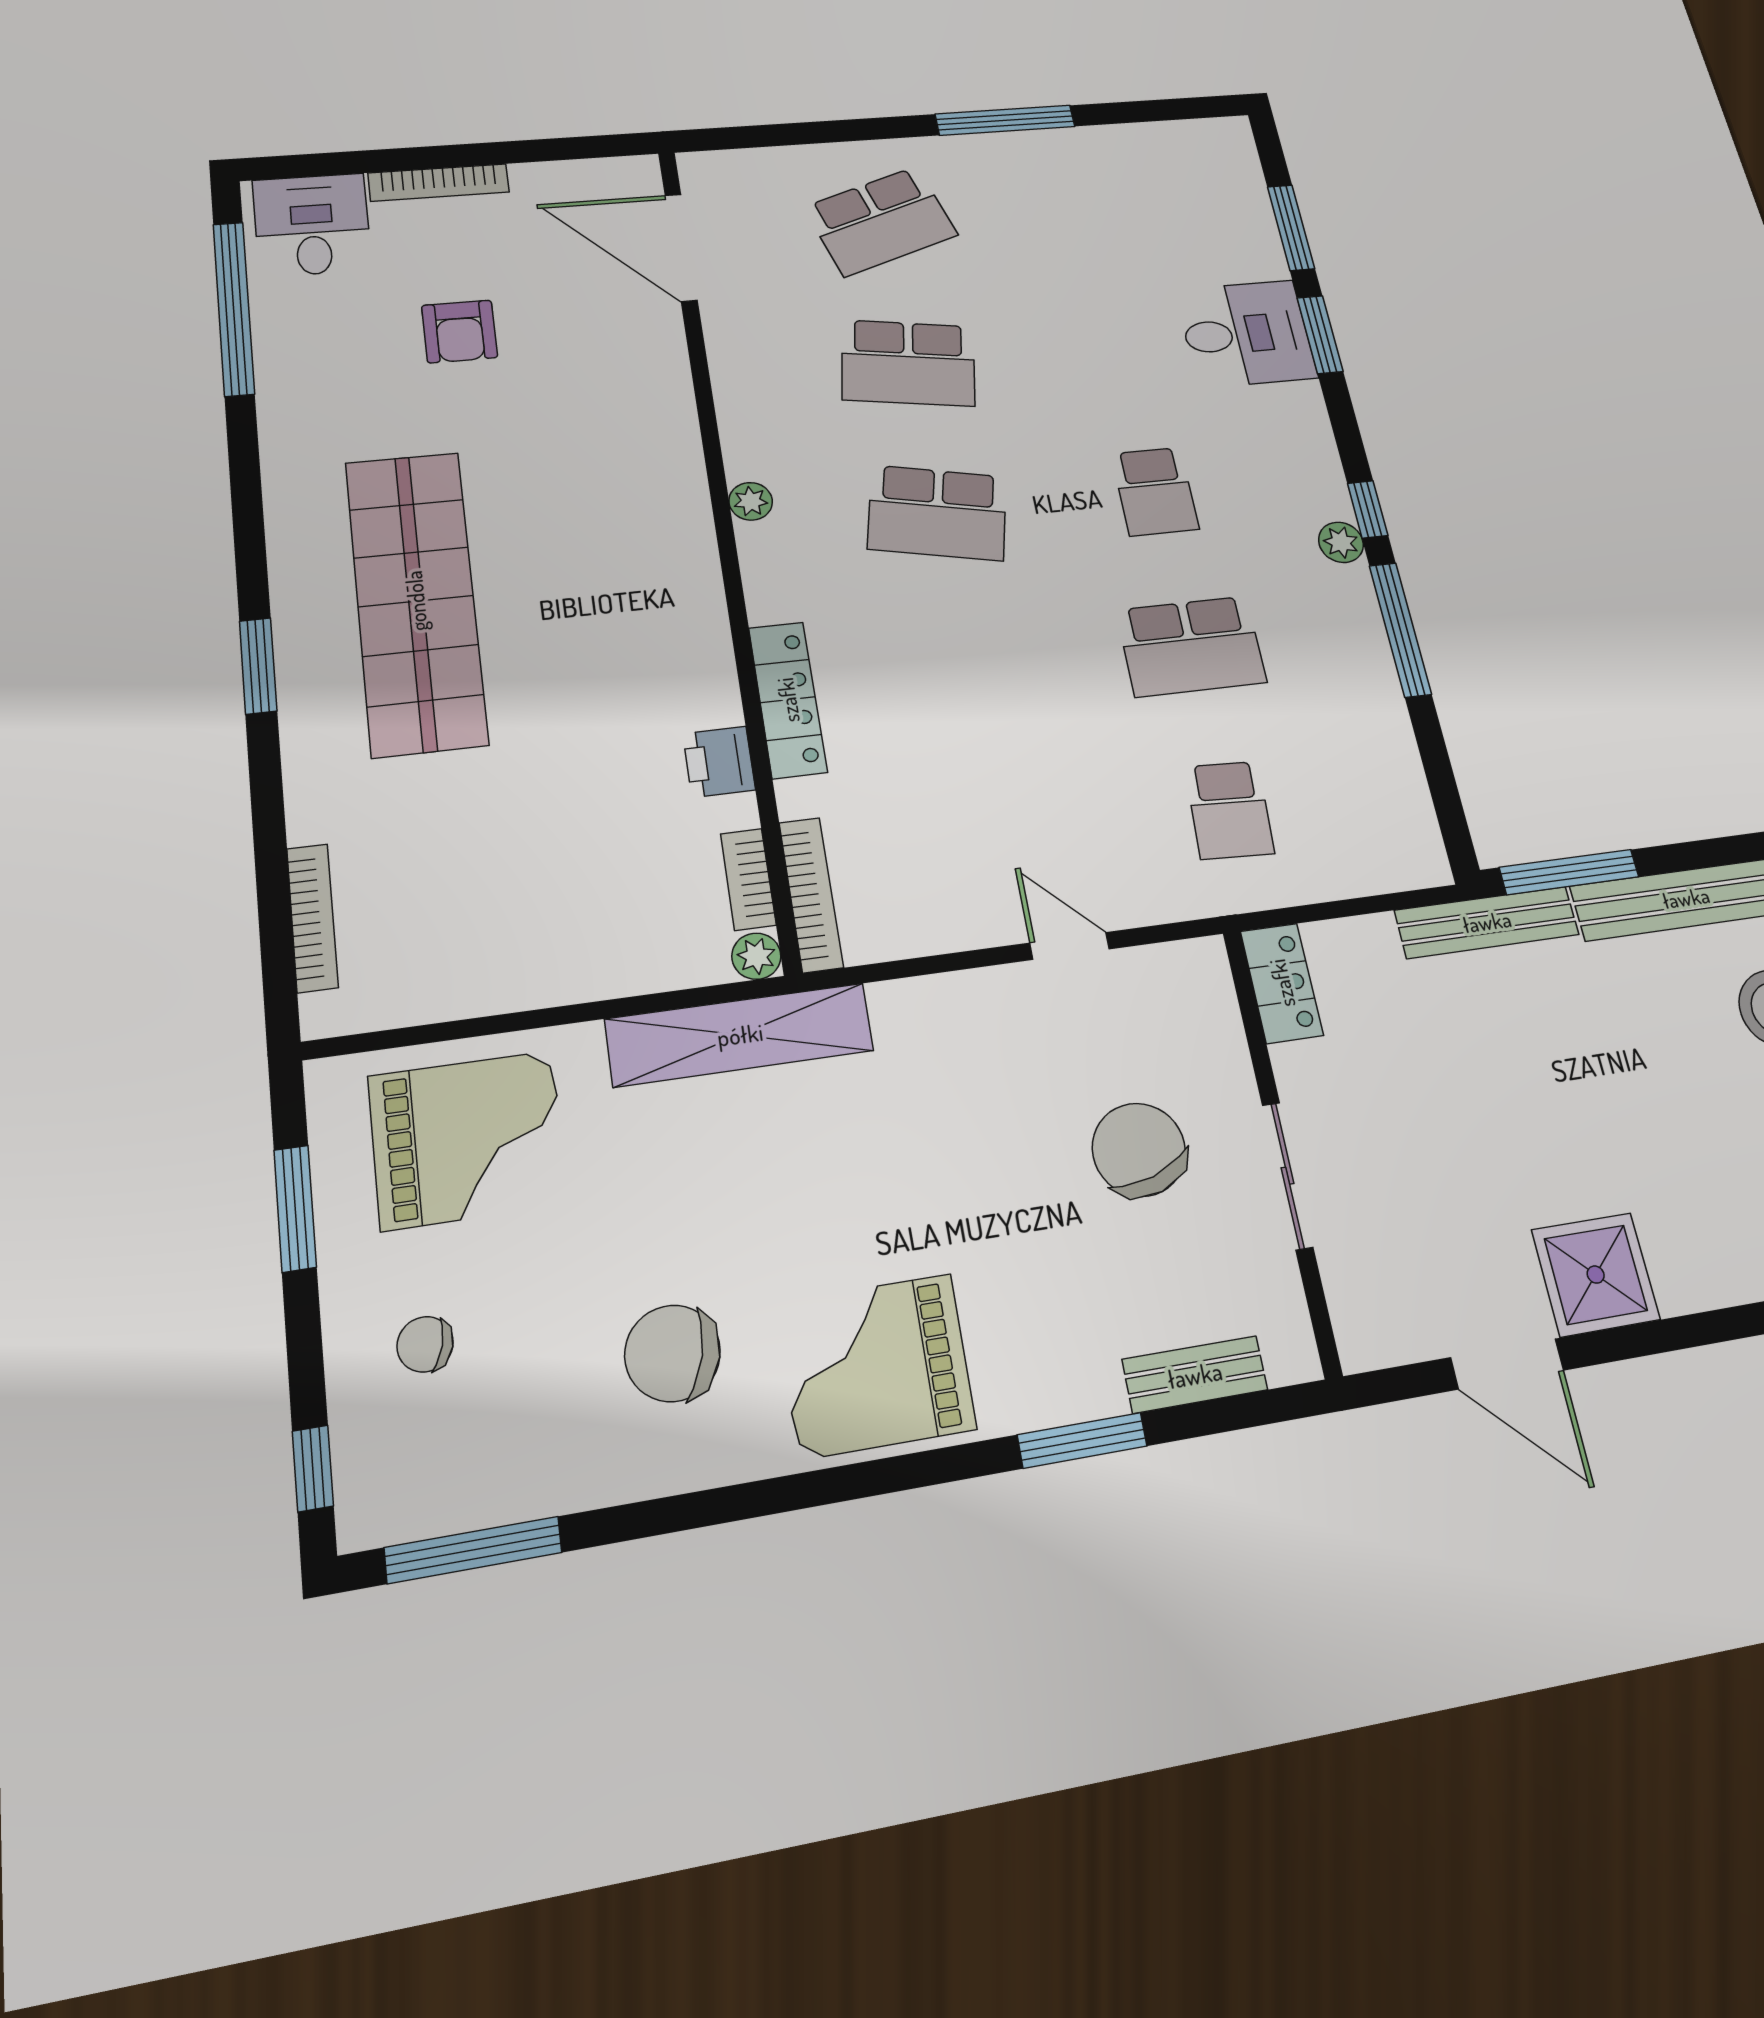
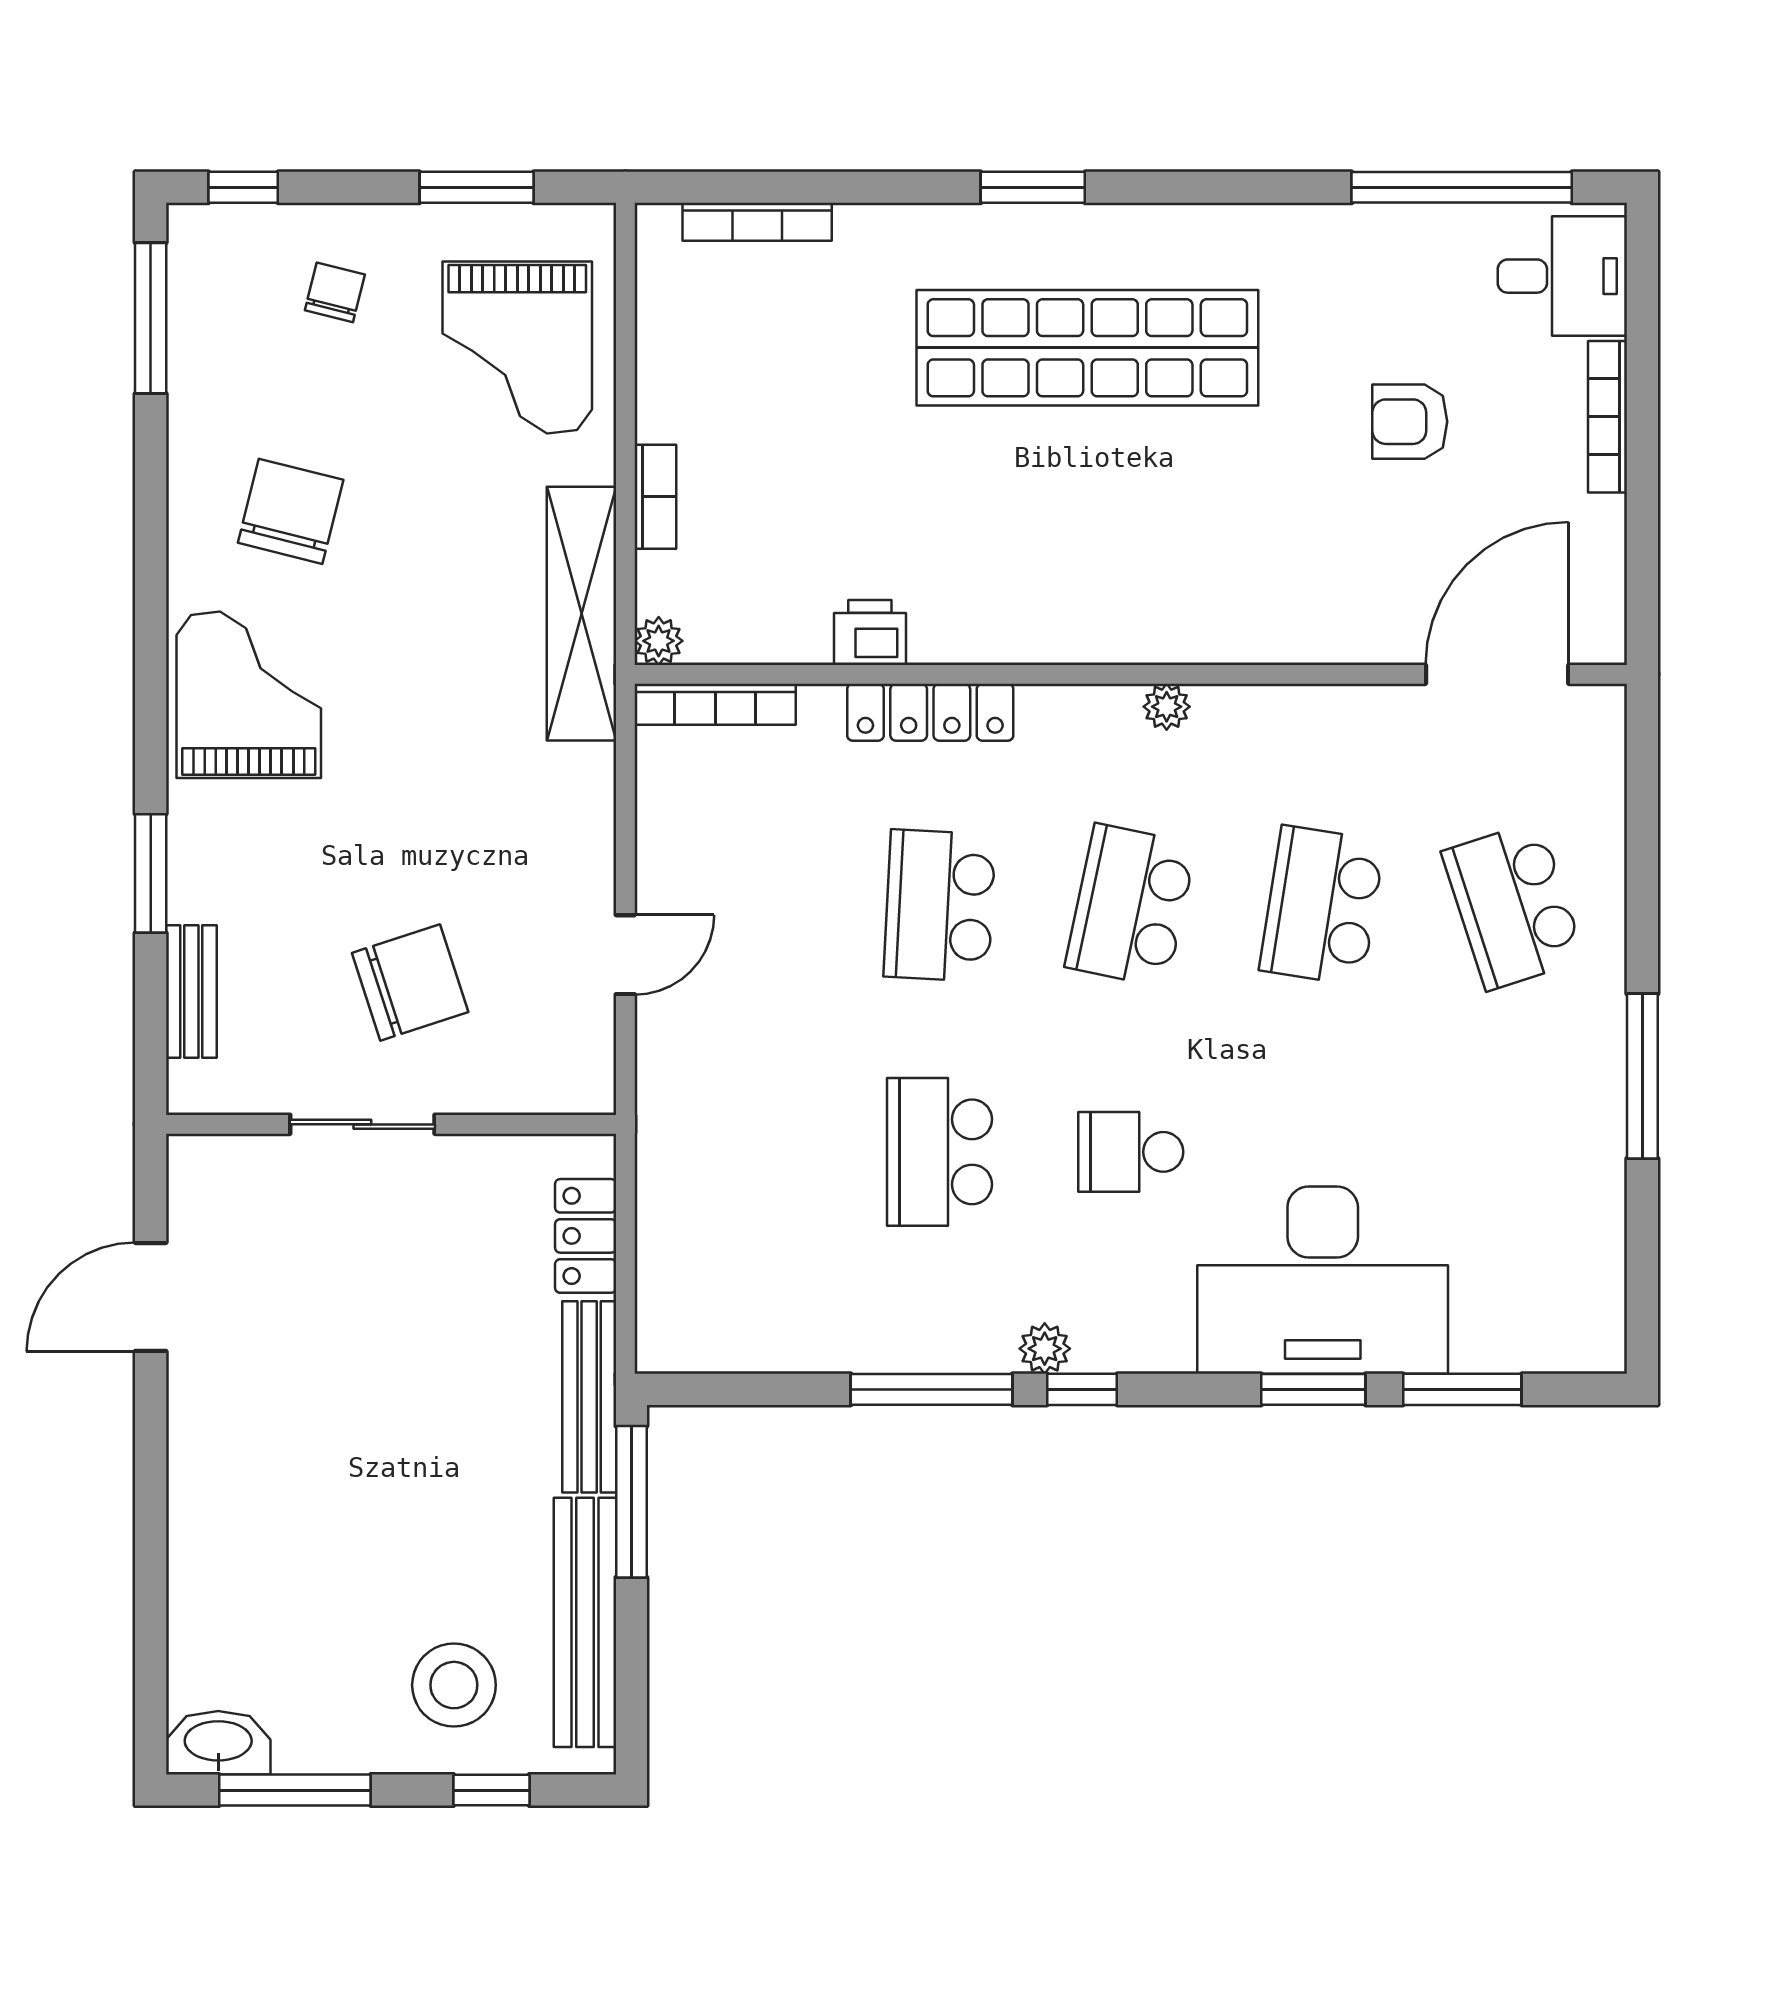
desk: (1246, 334) -> (1323, 1280), width x1.87, depth x1.30
school desk: (1230, 810) -> (939, 906), moved, width x1.85
bookcase: (748, 879) -> (655, 497), moved, turned 90
locker: (1282, 983) -> (586, 1236), moved, turned 90
shower: (1596, 1275) -> (219, 1410), removed

